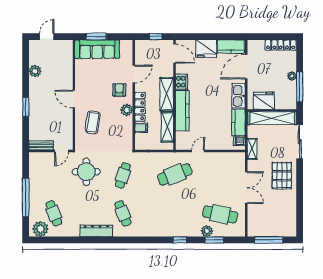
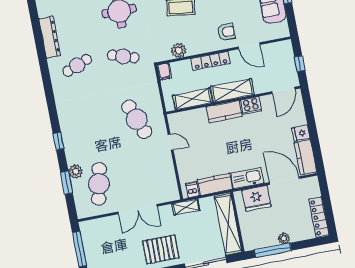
fridge: (206, 49) -> (301, 133), width x0.53, depth x0.75
fridge: (264, 101) -> (256, 198), moved, turned 90
plant: (127, 110) -> (179, 50), moved
kitchen counter: (182, 111) -> (224, 112), width x0.67
filing cabinet: (141, 128) -> (164, 72), moved

